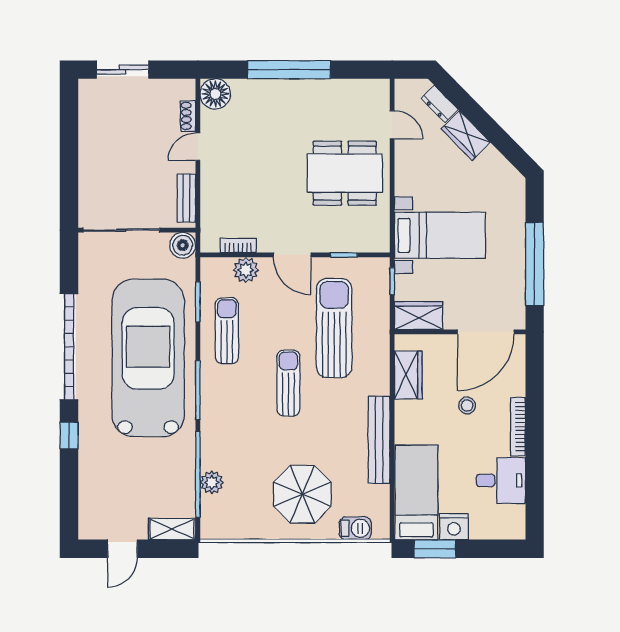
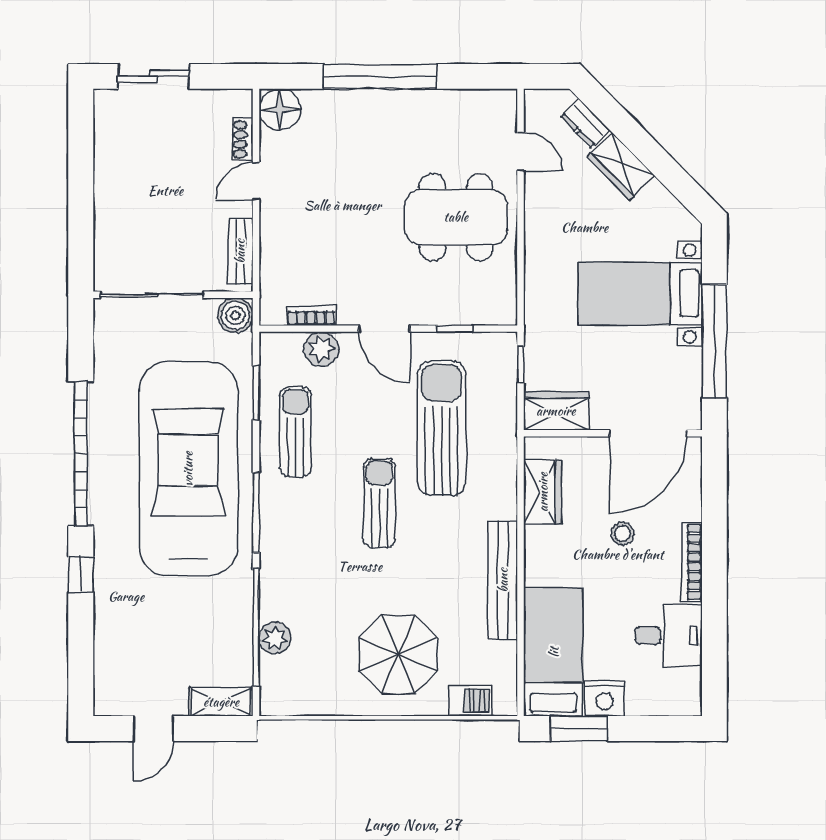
bed with nightstands: (440, 235) -> (640, 294), moved, turned 180

